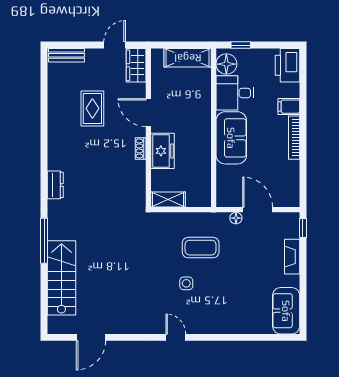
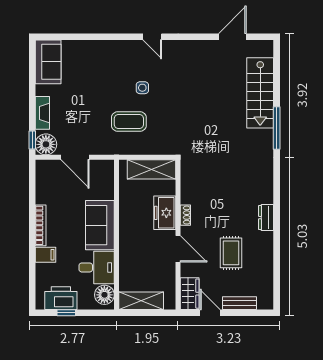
door: (115, 45) -> (210, 313), swing flipped
window: (241, 45) -> (66, 313), moved
bench: (67, 55) -> (240, 303), moved
printer: (288, 65) -> (61, 298), moved, turned -90
dresser: (55, 185) -> (266, 218), moved
shelving: (168, 199) -> (152, 169), width x1.50, depth x1.33
floor lamp: (236, 218) -> (46, 144), moved, width x1.89, depth x1.89

